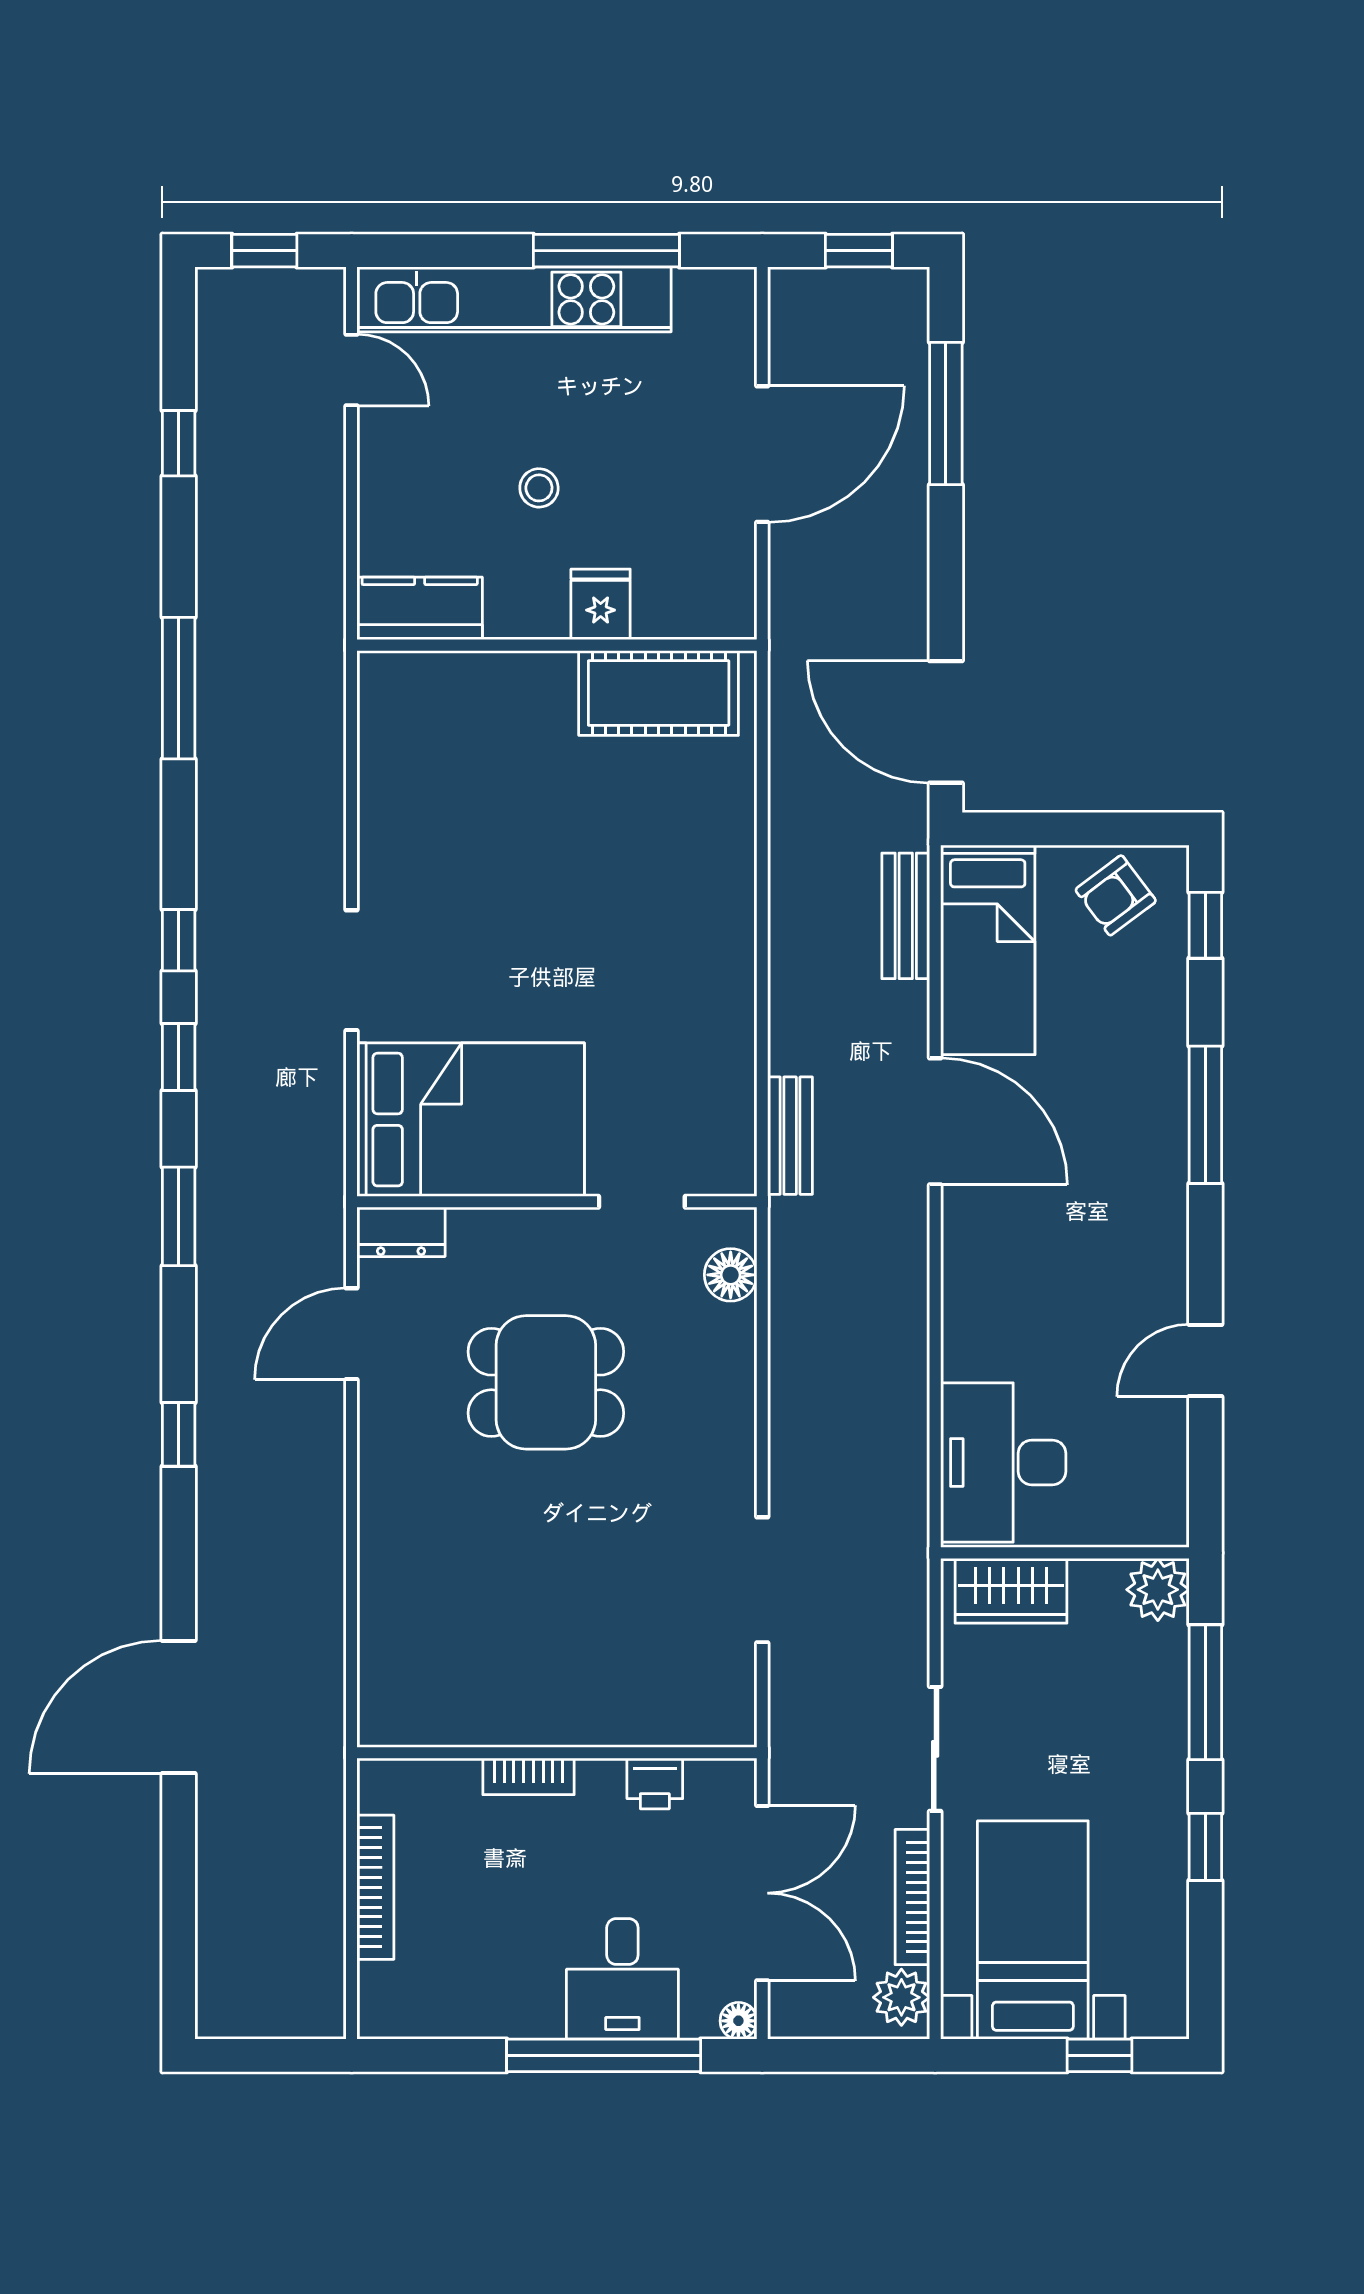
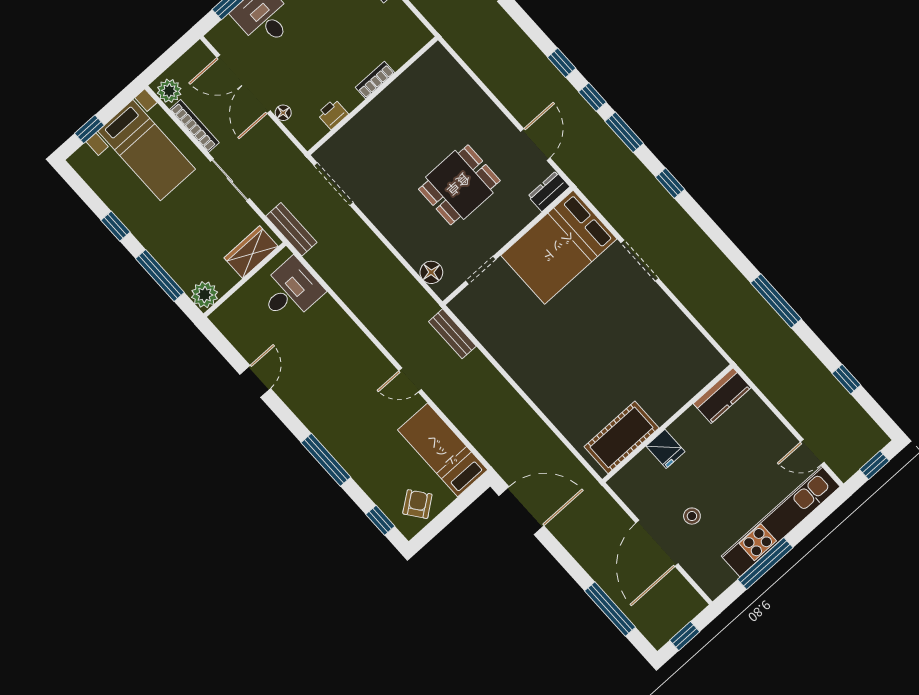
stool: (539, 488) -> (692, 516), moved
bench: (906, 916) -> (291, 229), moved
window: (179, 940) -> (592, 97), moved
door: (935, 1121) -> (410, 380), width x0.53
desk: (1003, 1462) -> (290, 291), width x0.73
wall: (557, 1753) -> (373, 96), moved
bookcase: (528, 1776) -> (375, 80), moved
printer: (655, 1784) -> (333, 114), moved
floor lamp: (738, 2021) -> (283, 113), moved

